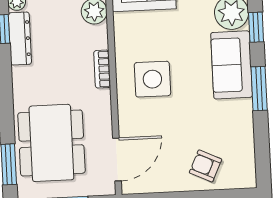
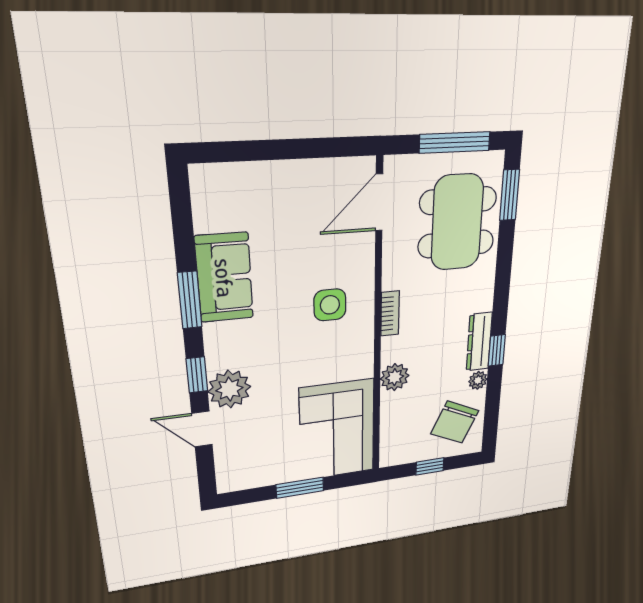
sofa: (232, 65) -> (224, 278), moved
side table: (152, 79) -> (330, 305), width x0.73, depth x0.73
armchair: (205, 166) -> (262, 195), removed

